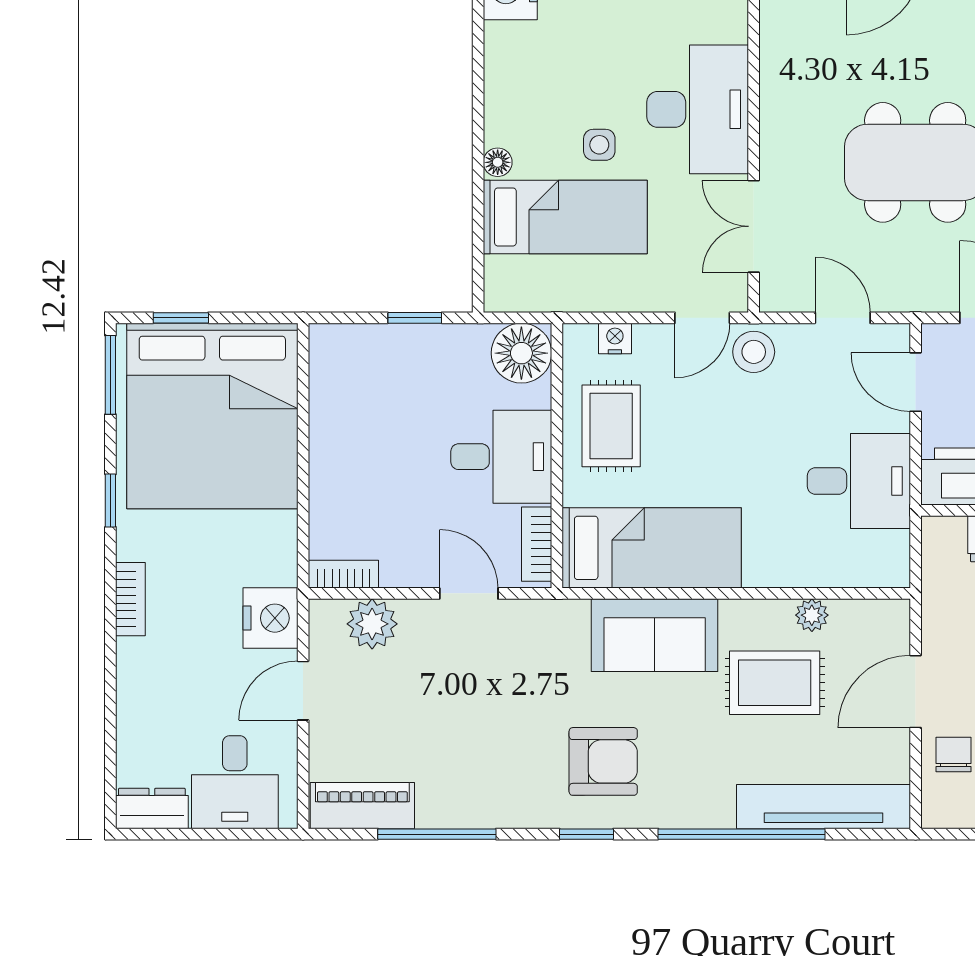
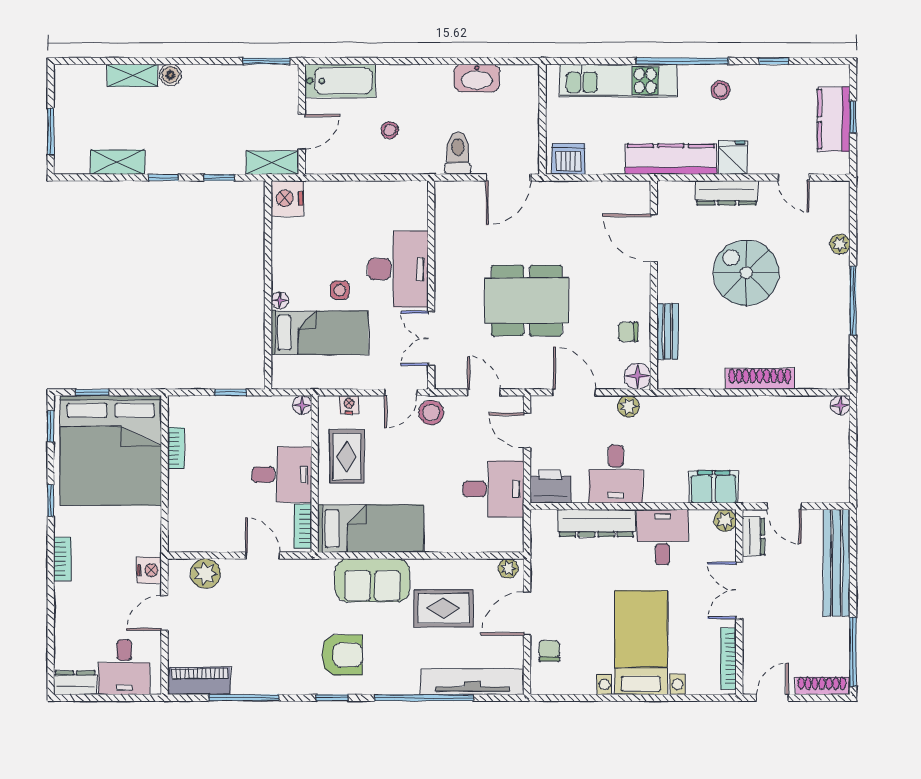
floor lamp: (521, 353) -> (302, 405), width x0.53, depth x0.53
window: (110, 375) -> (51, 426), width x0.67
bookcase: (343, 574) -> (176, 448), moved, turned 90
plant: (812, 615) -> (508, 568), moved
nightstand: (270, 618) -> (149, 570), width x0.74, depth x0.75

